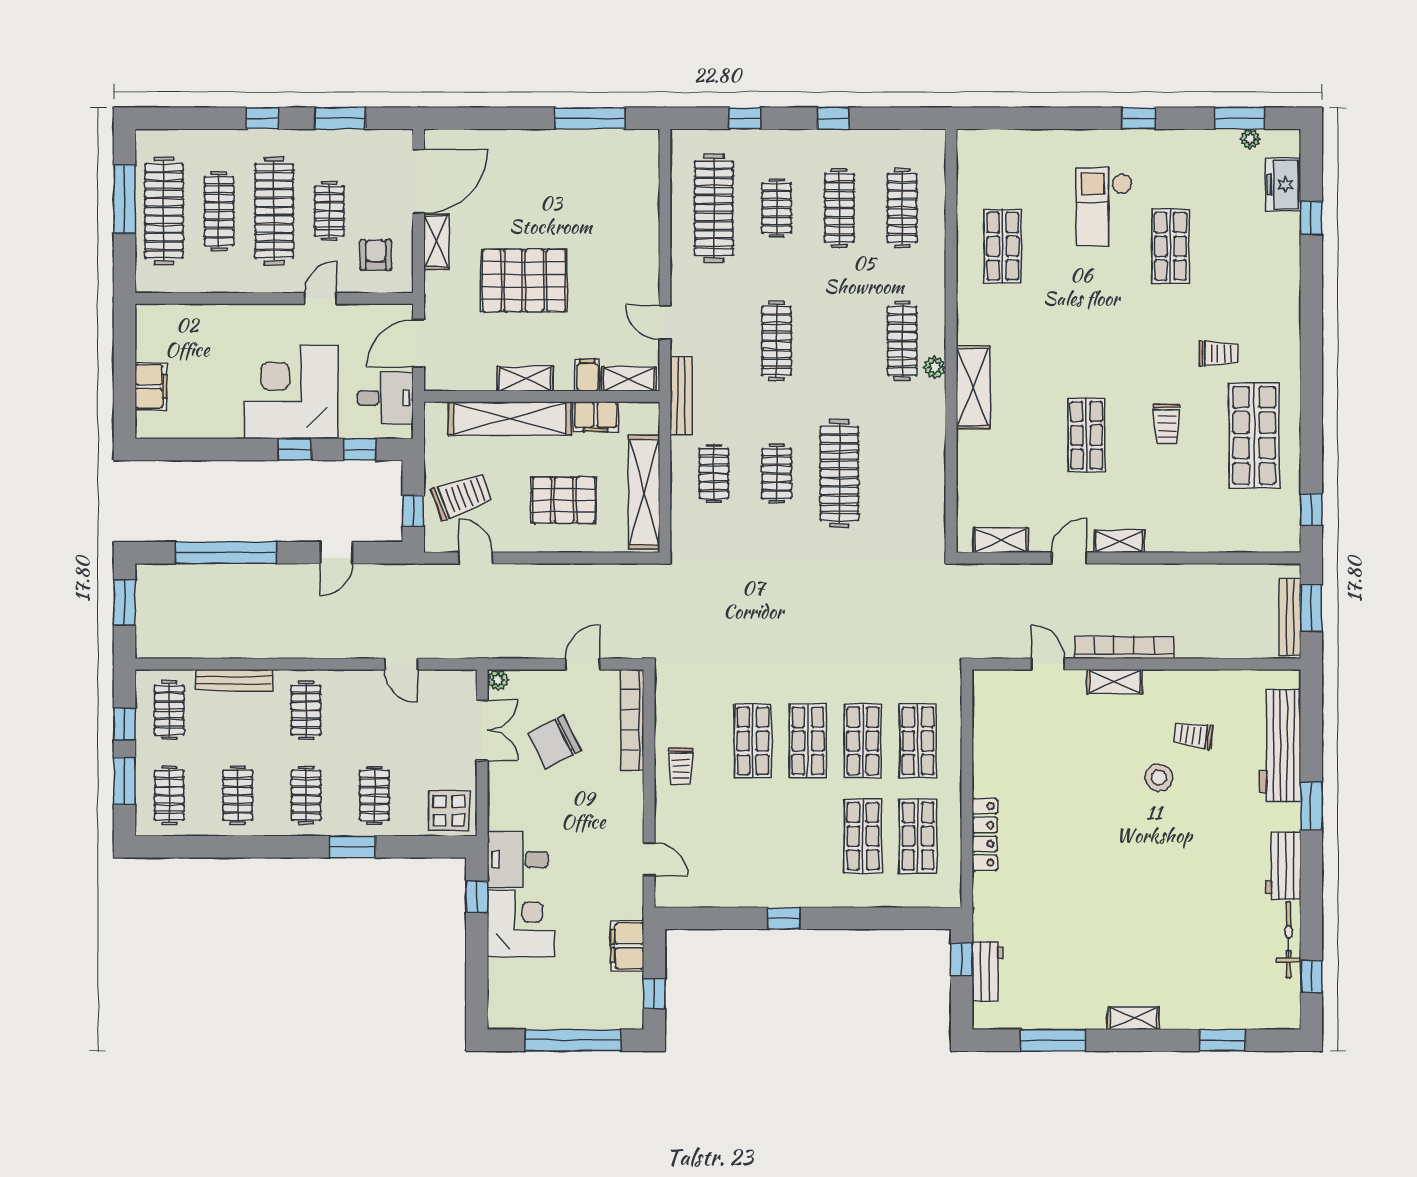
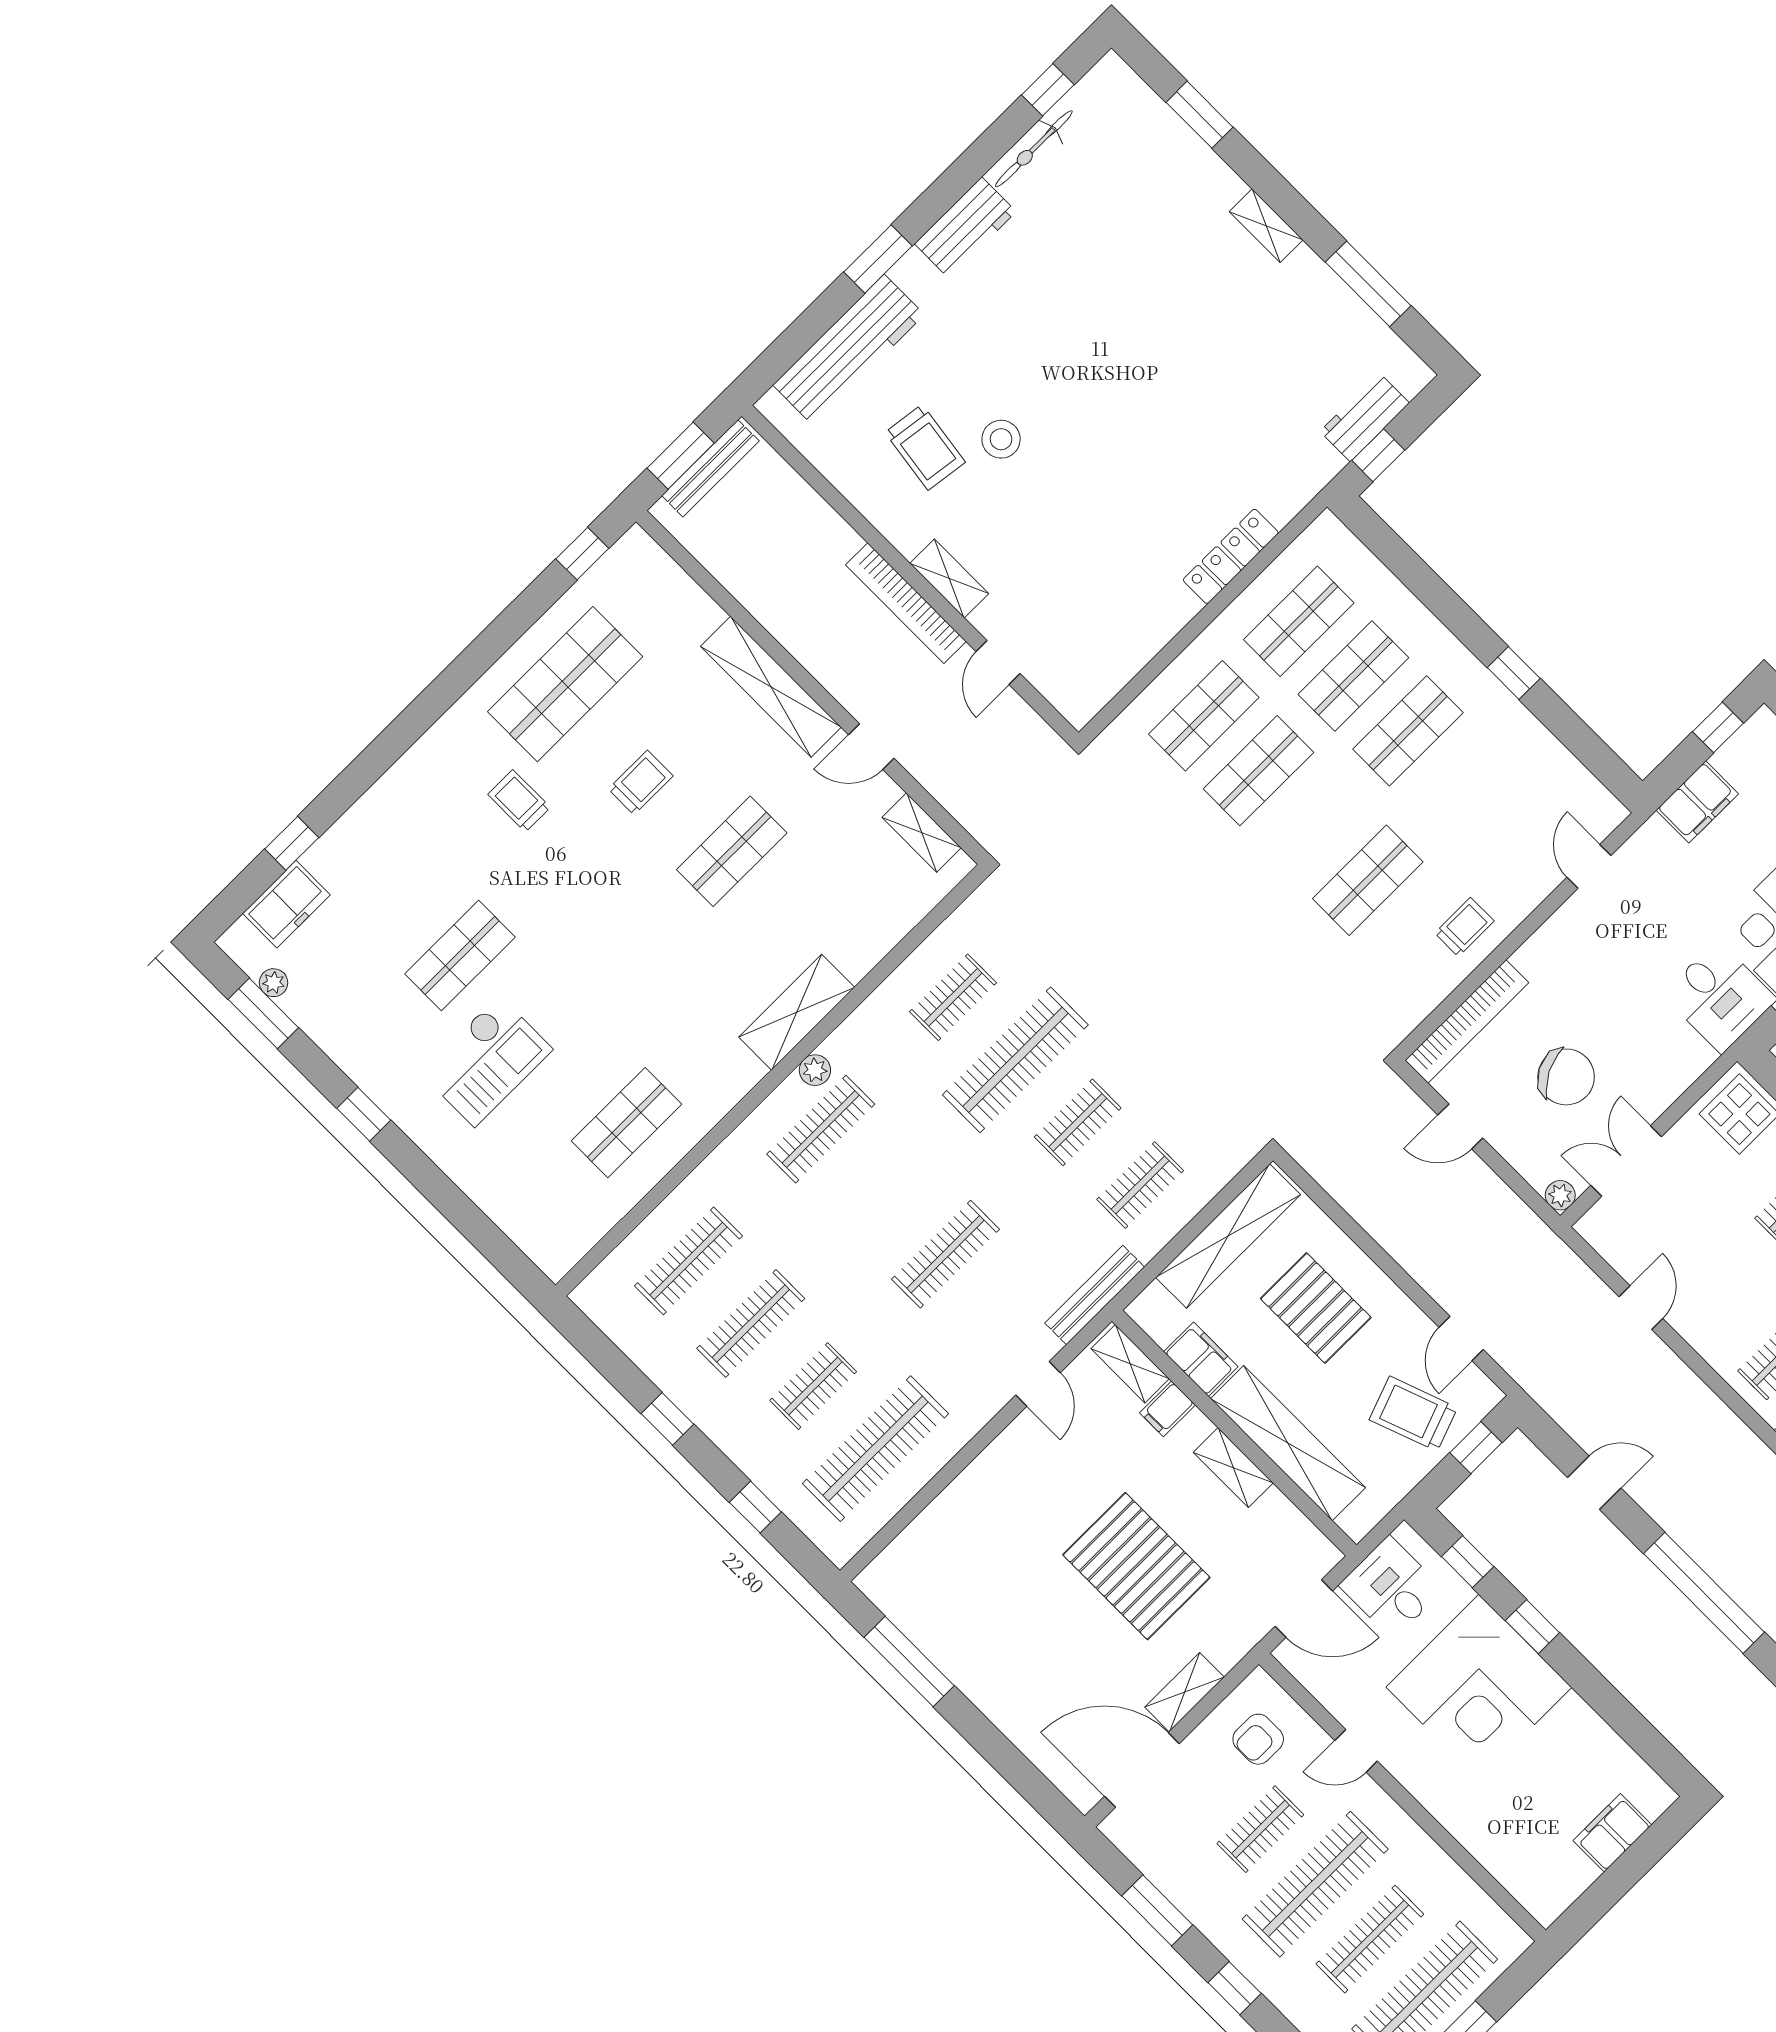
clothes rail: (902, 473) -> (953, 997), added
shelving: (1119, 541) -> (771, 687), width x2.20, depth x1.33
trolley: (1193, 735) -> (925, 447), width x1.36, depth x1.39
shop shelf: (808, 741) -> (1408, 731), moved

